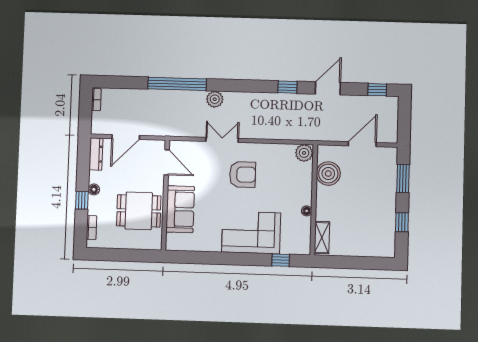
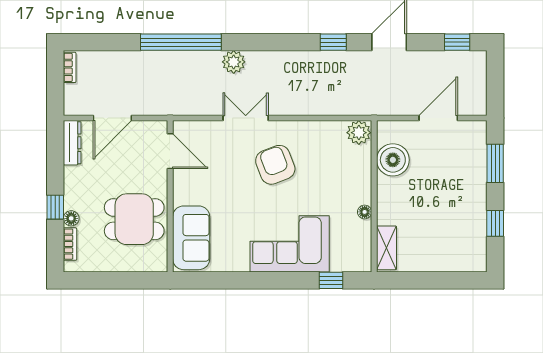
armchair: (243, 175) -> (275, 165), turned -111
floor lamp: (94, 189) -> (71, 218), moved
sofa: (180, 209) -> (191, 238), moved

